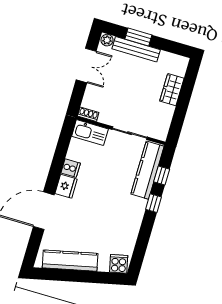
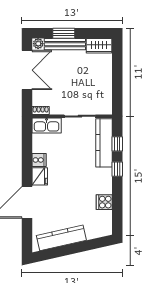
double door: (86, 65) -> (27, 70), width x1.37
wardrobe: (172, 90) -> (99, 46), moved, turned -90
cooker: (119, 264) -> (104, 202), moved, turned -77

